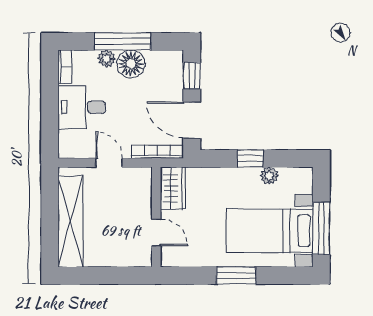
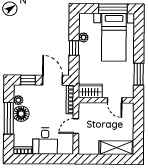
plant: (106, 59) -> (18, 100), moved
door: (192, 120) -> (53, 80), swing flipped
shelving: (70, 221) -> (116, 148), width x0.68
door: (156, 232) -> (115, 100), swing flipped
window: (236, 275) -> (139, 74), moved

